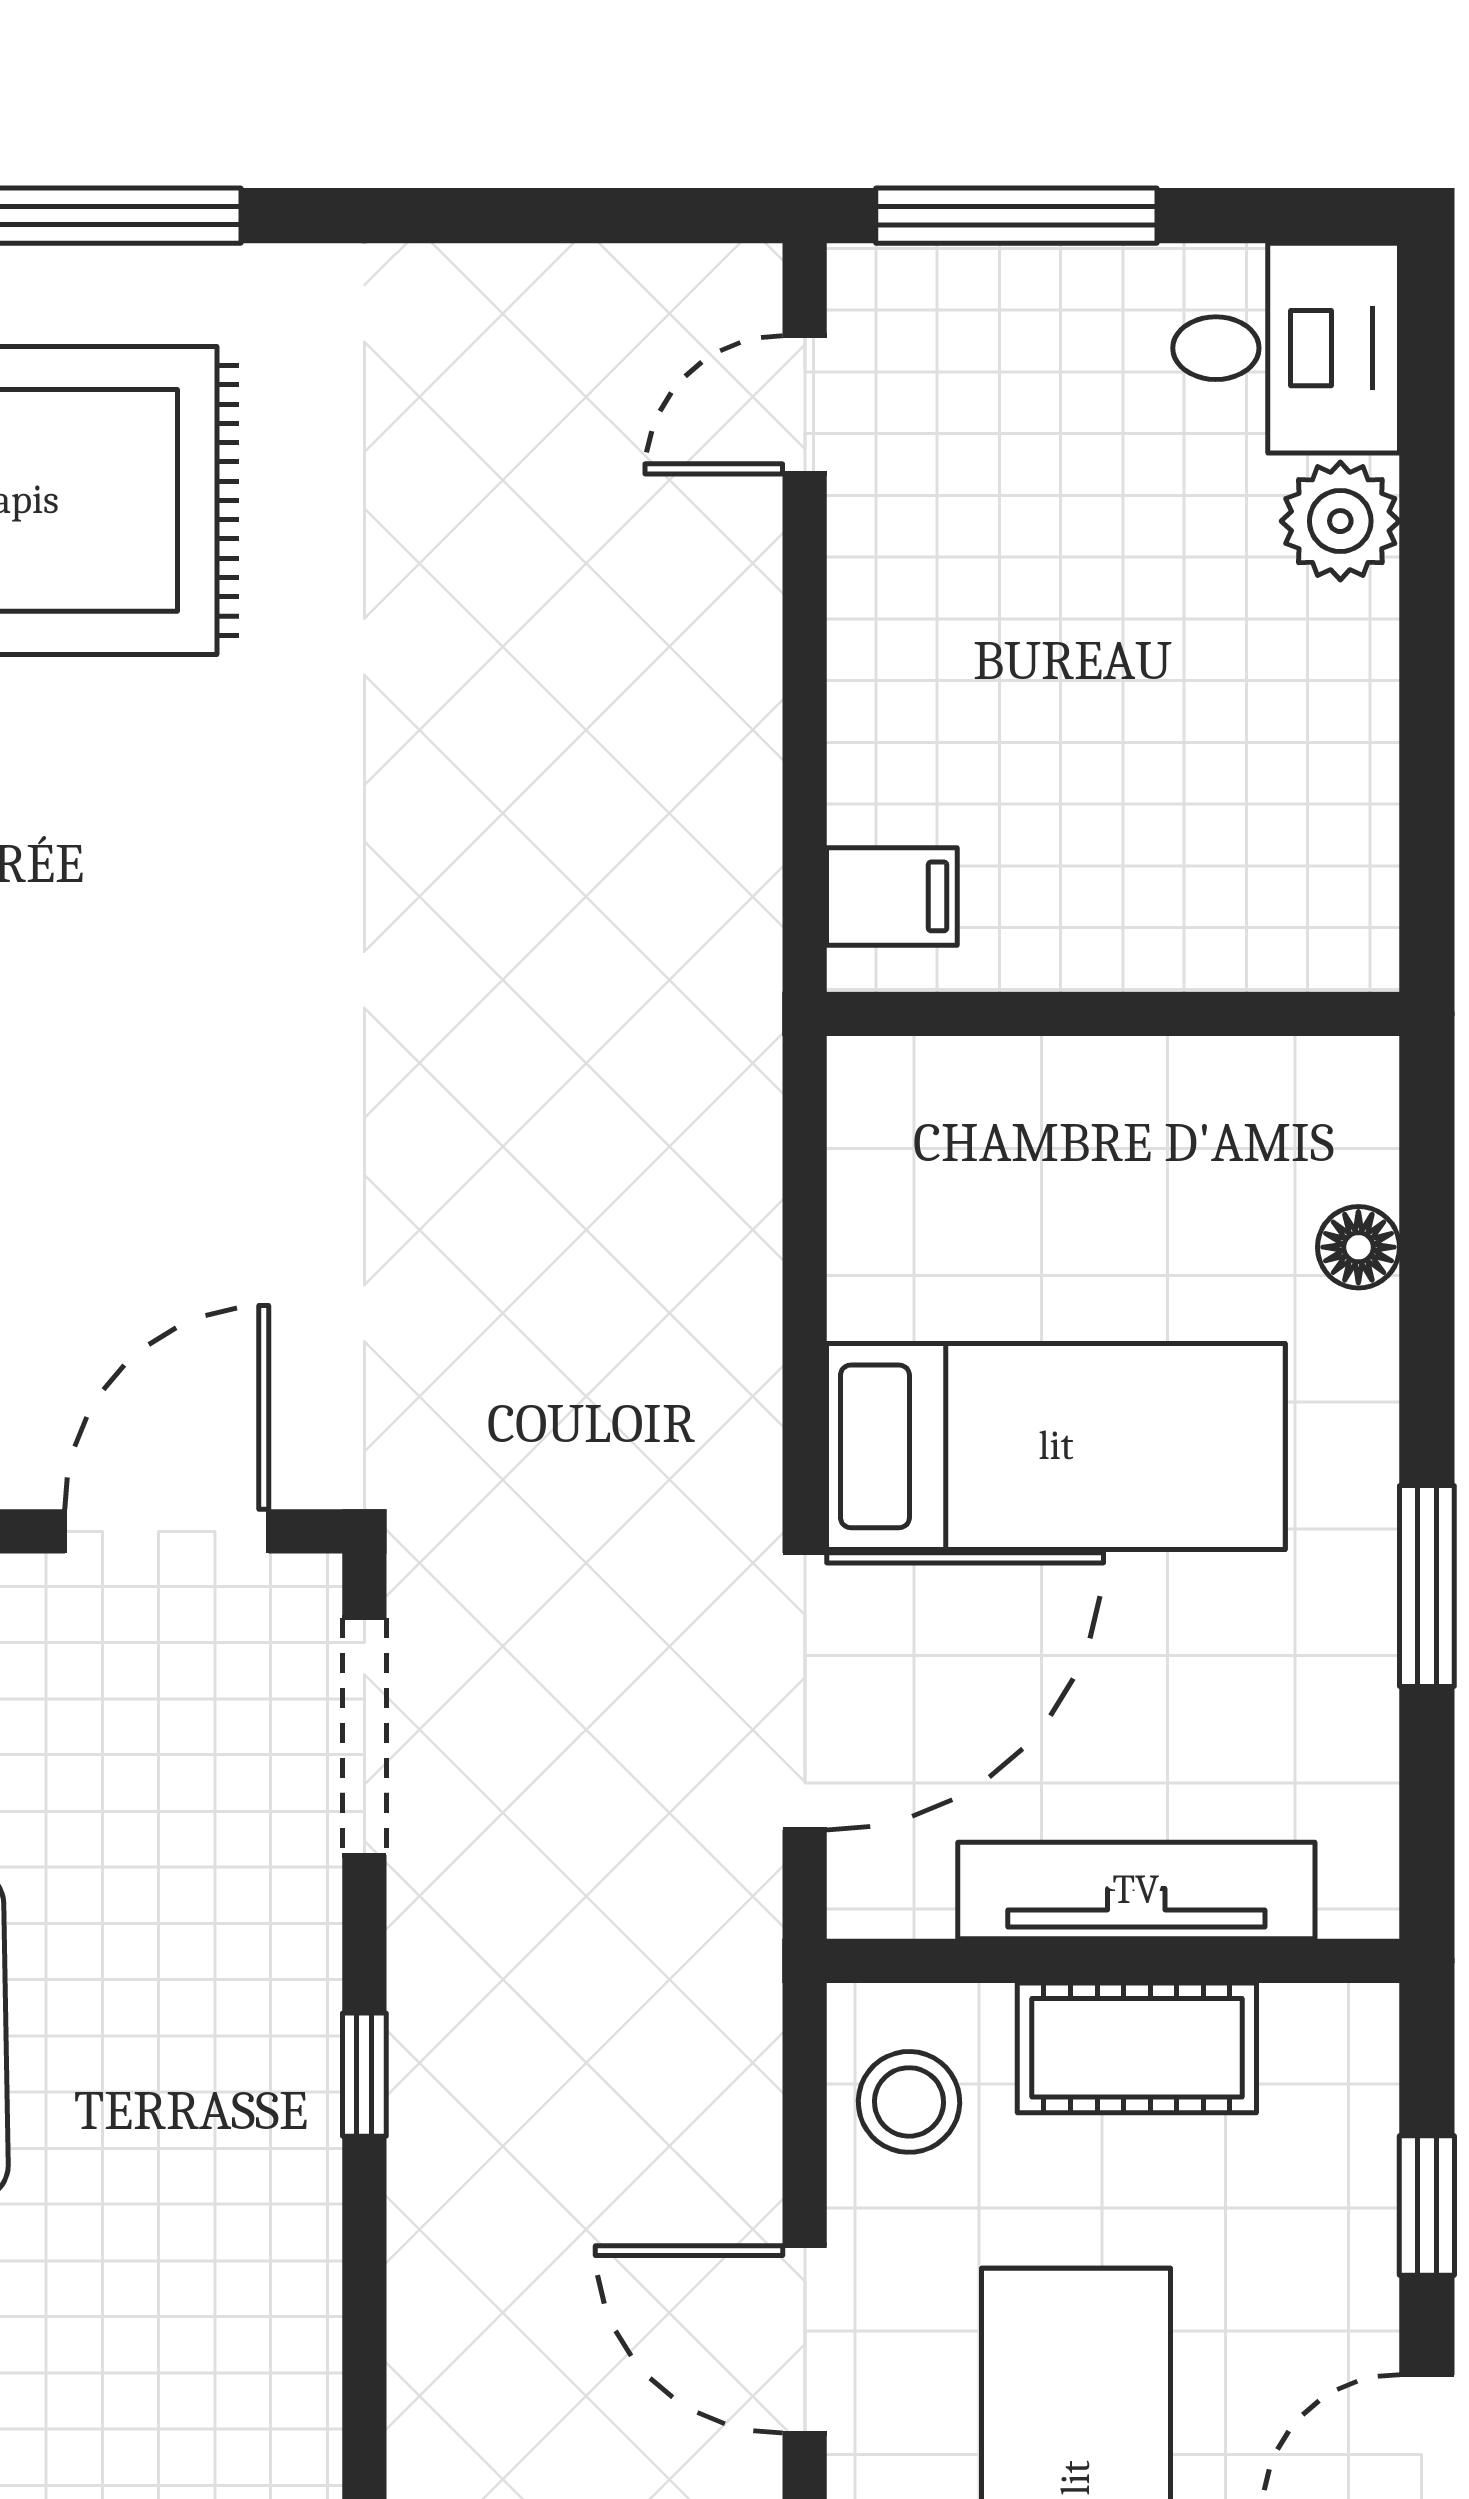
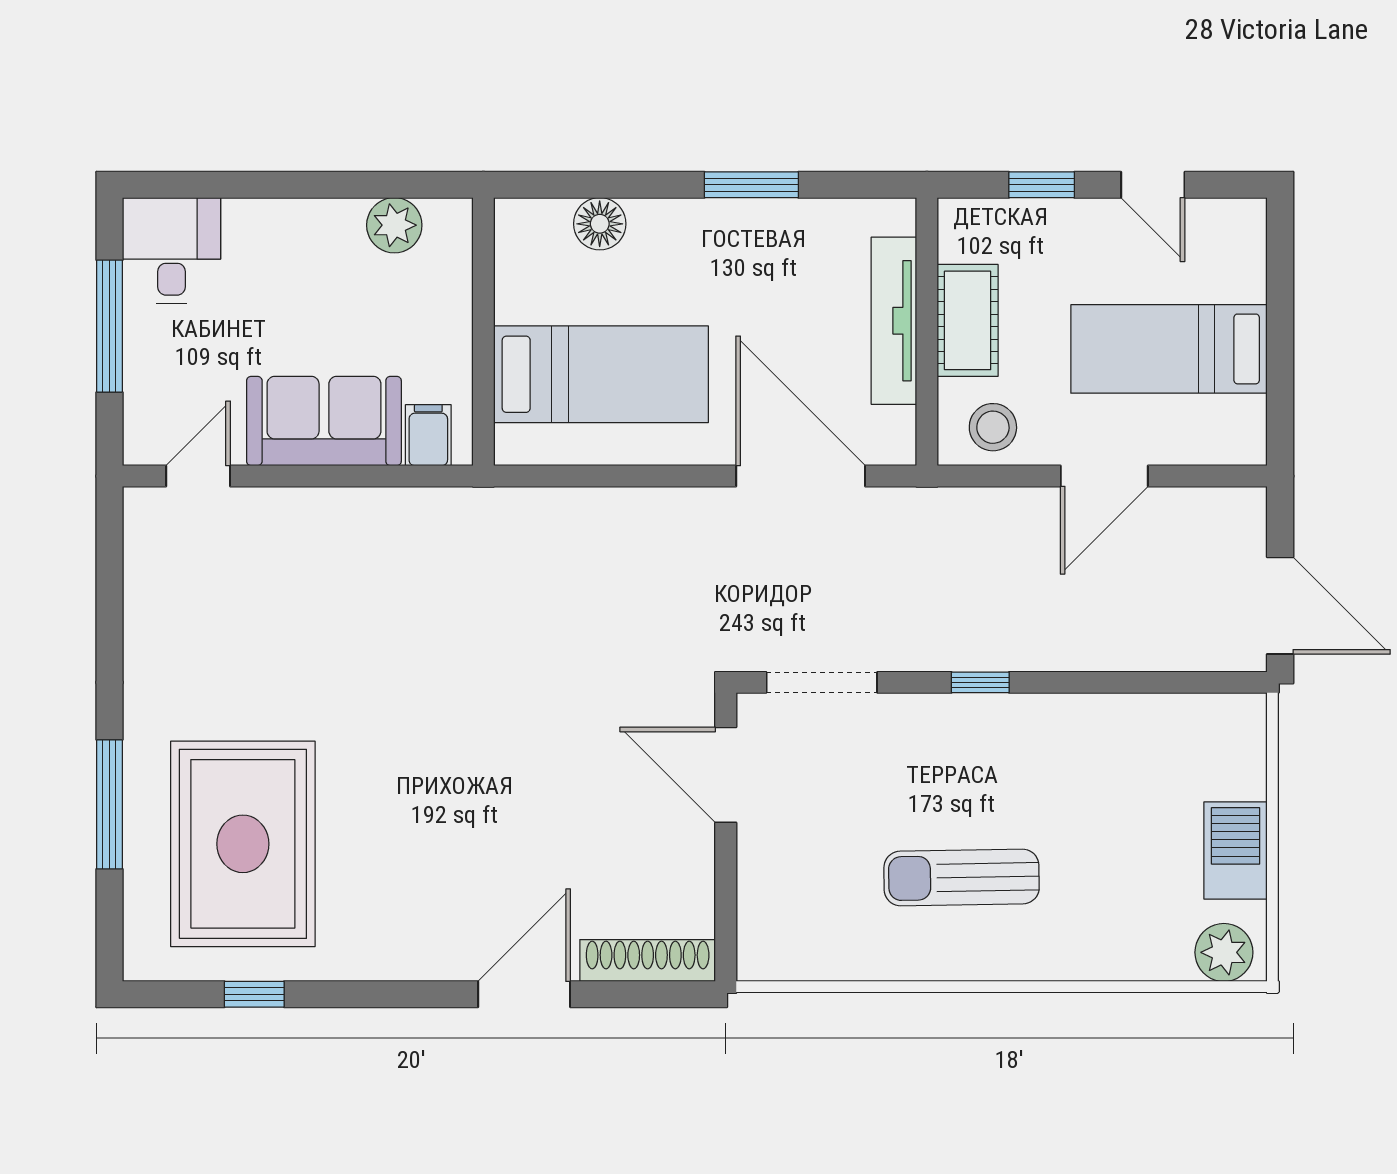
window: (1016, 216) -> (109, 326), moved
door: (805, 405) -> (198, 476), swing flipped
plant: (1340, 521) -> (394, 225), moved
sofa: (922, 674) -> (324, 421), added
floor lamp: (1358, 1247) -> (600, 224), width x1.37, depth x1.37
bed: (1056, 1446) -> (601, 374), moved, turned 90

